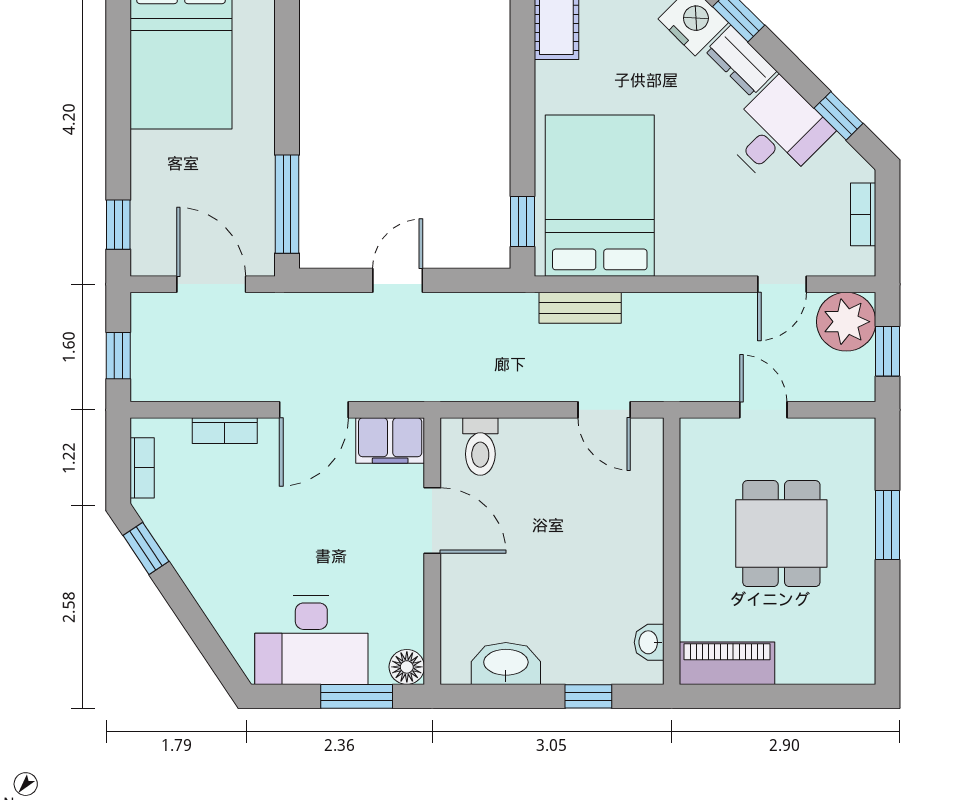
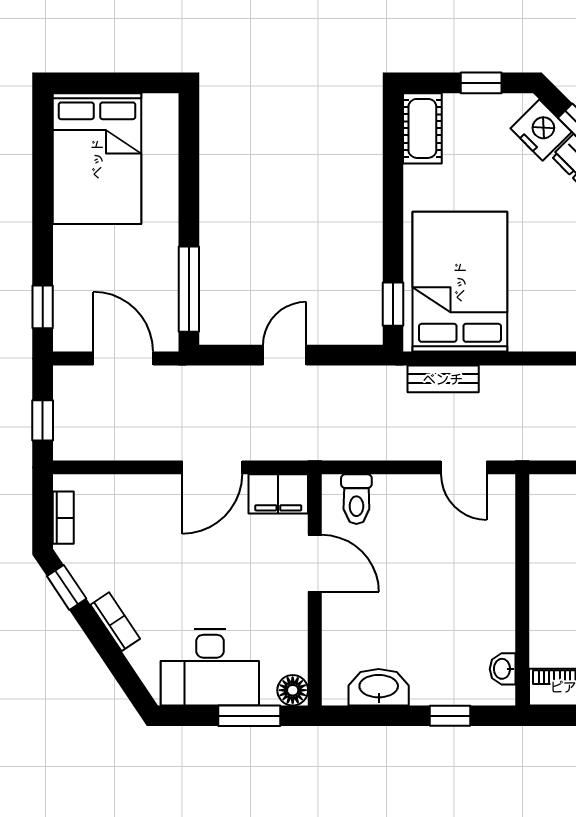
bookcase: (225, 431) -> (115, 622), moved, turned -124

